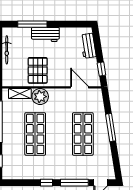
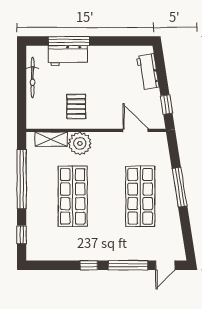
workbench: (45, 34) -> (68, 56), moved
pallet: (38, 70) -> (76, 107), width x0.67, depth x0.71

